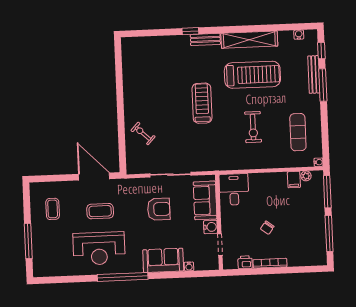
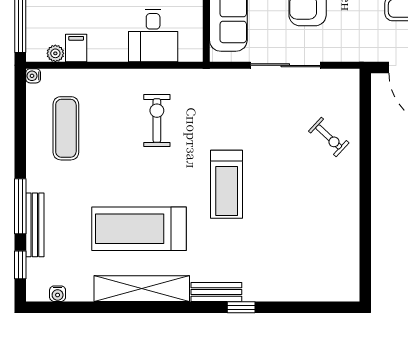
exercise bike: (253, 127) -> (157, 121), moved
desk: (234, 189) -> (153, 36), moved

